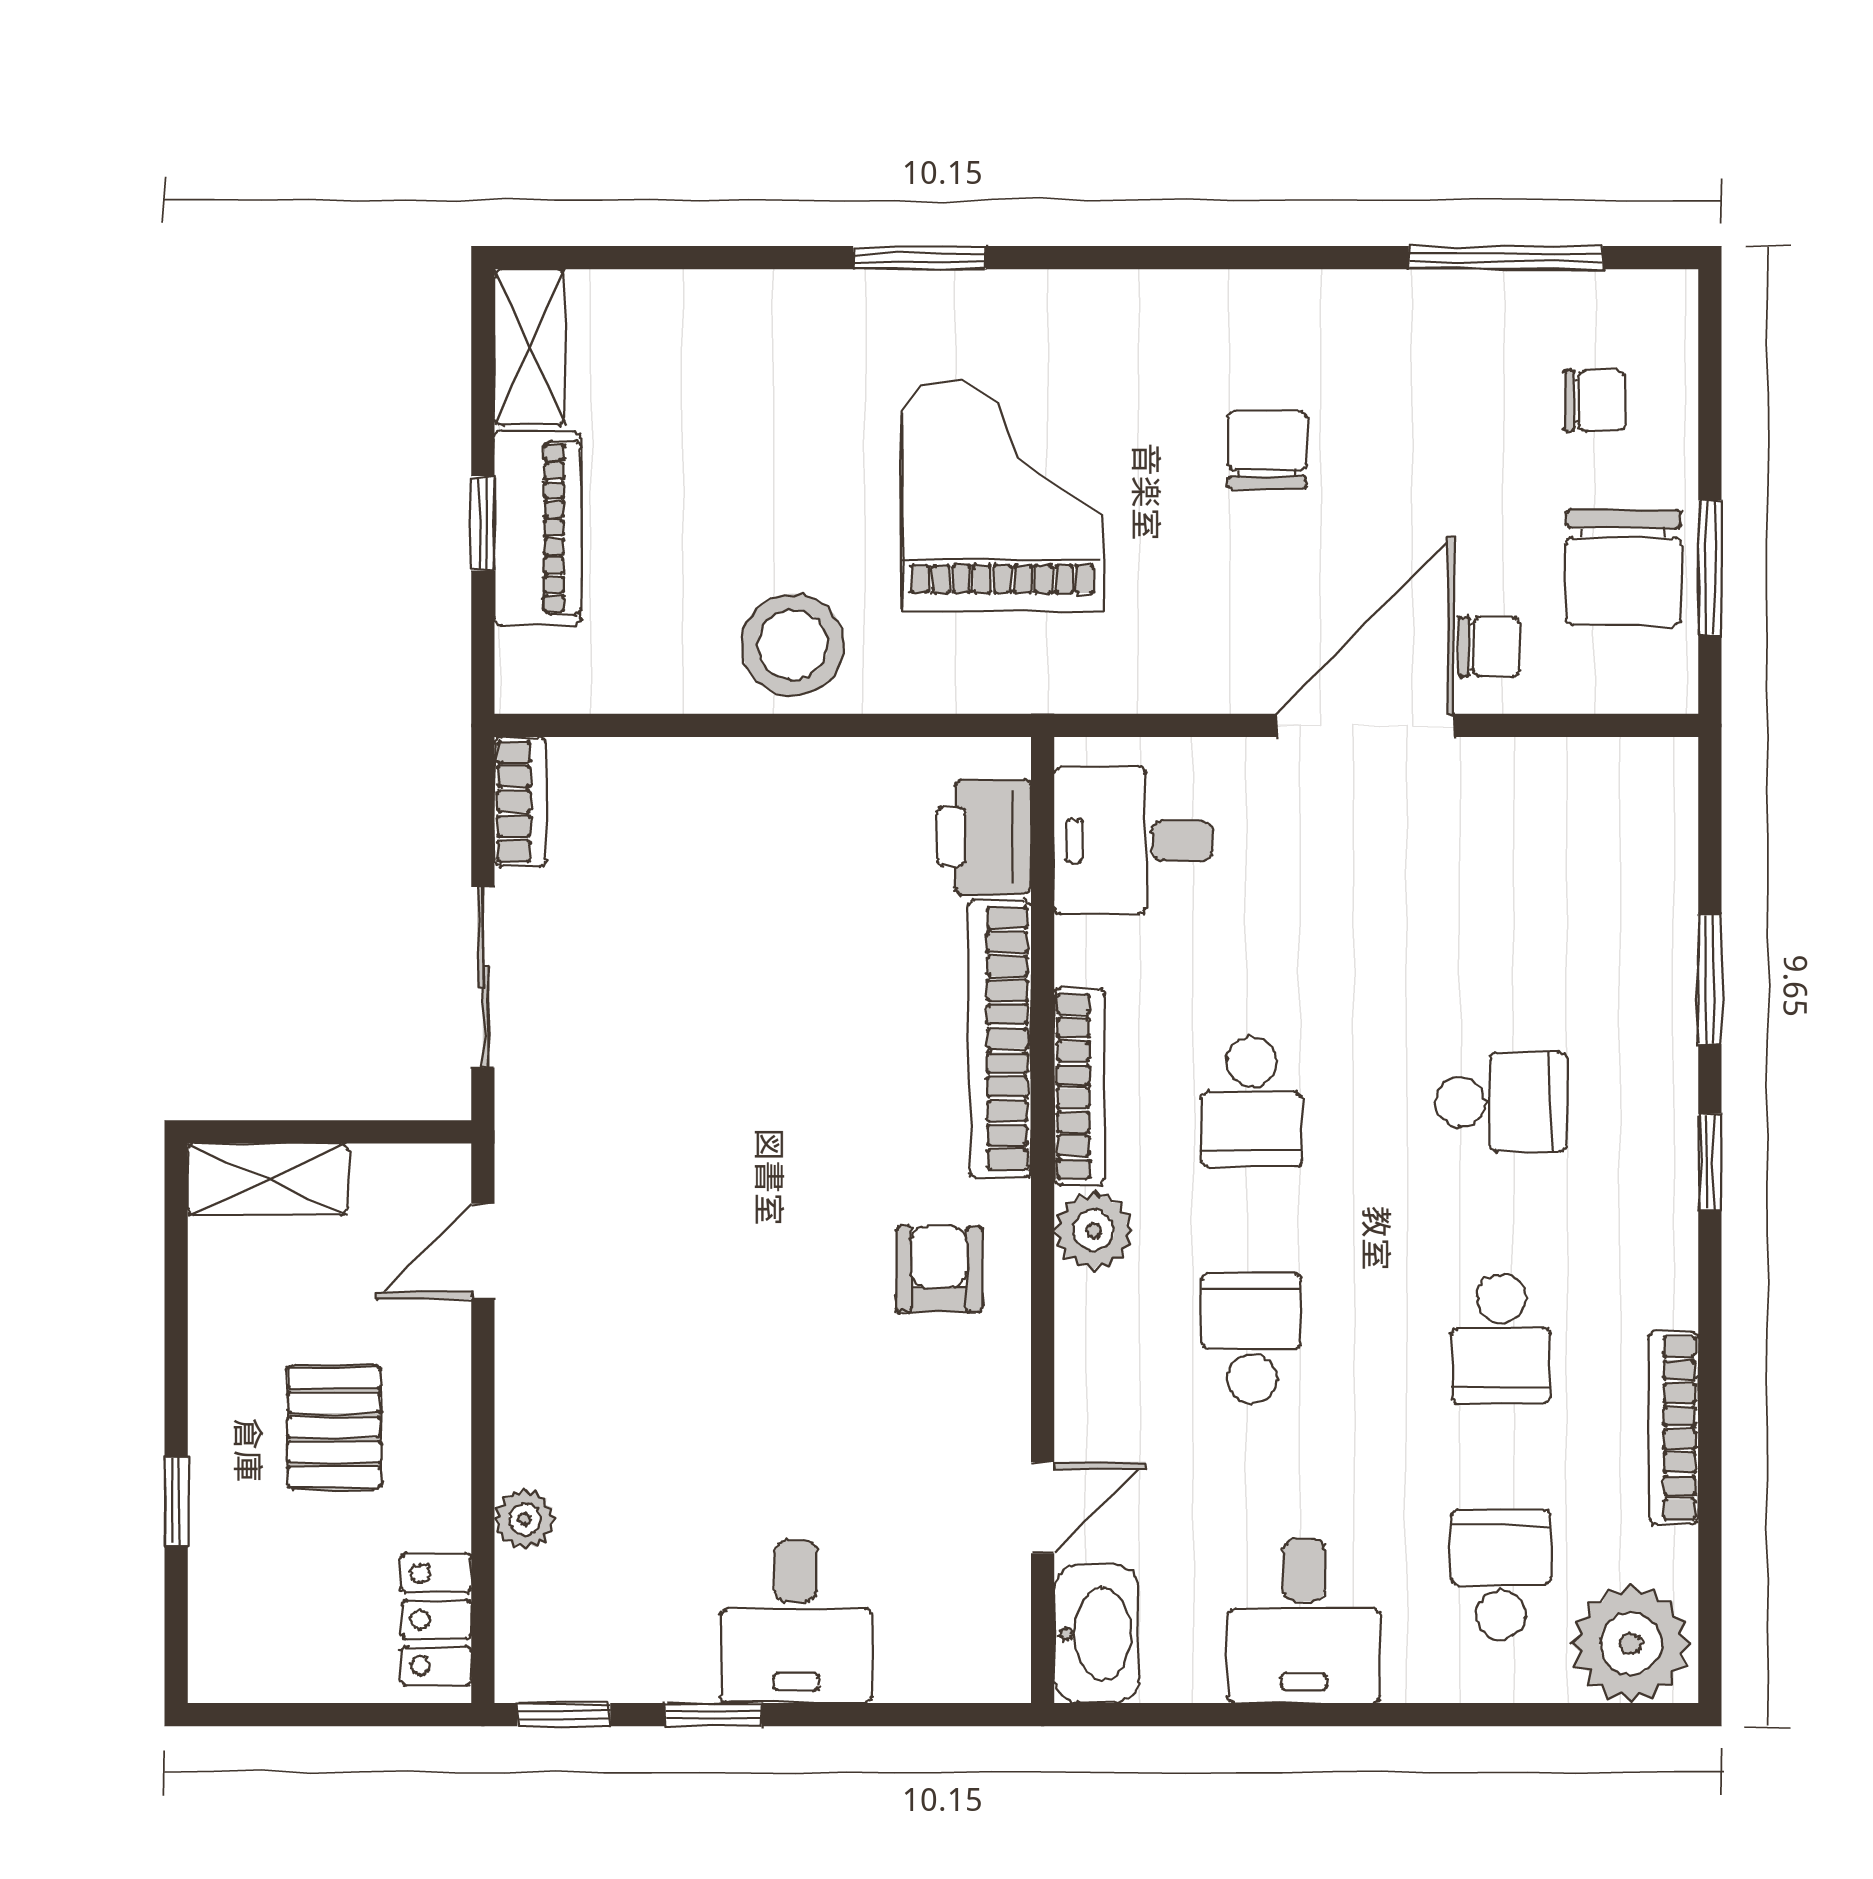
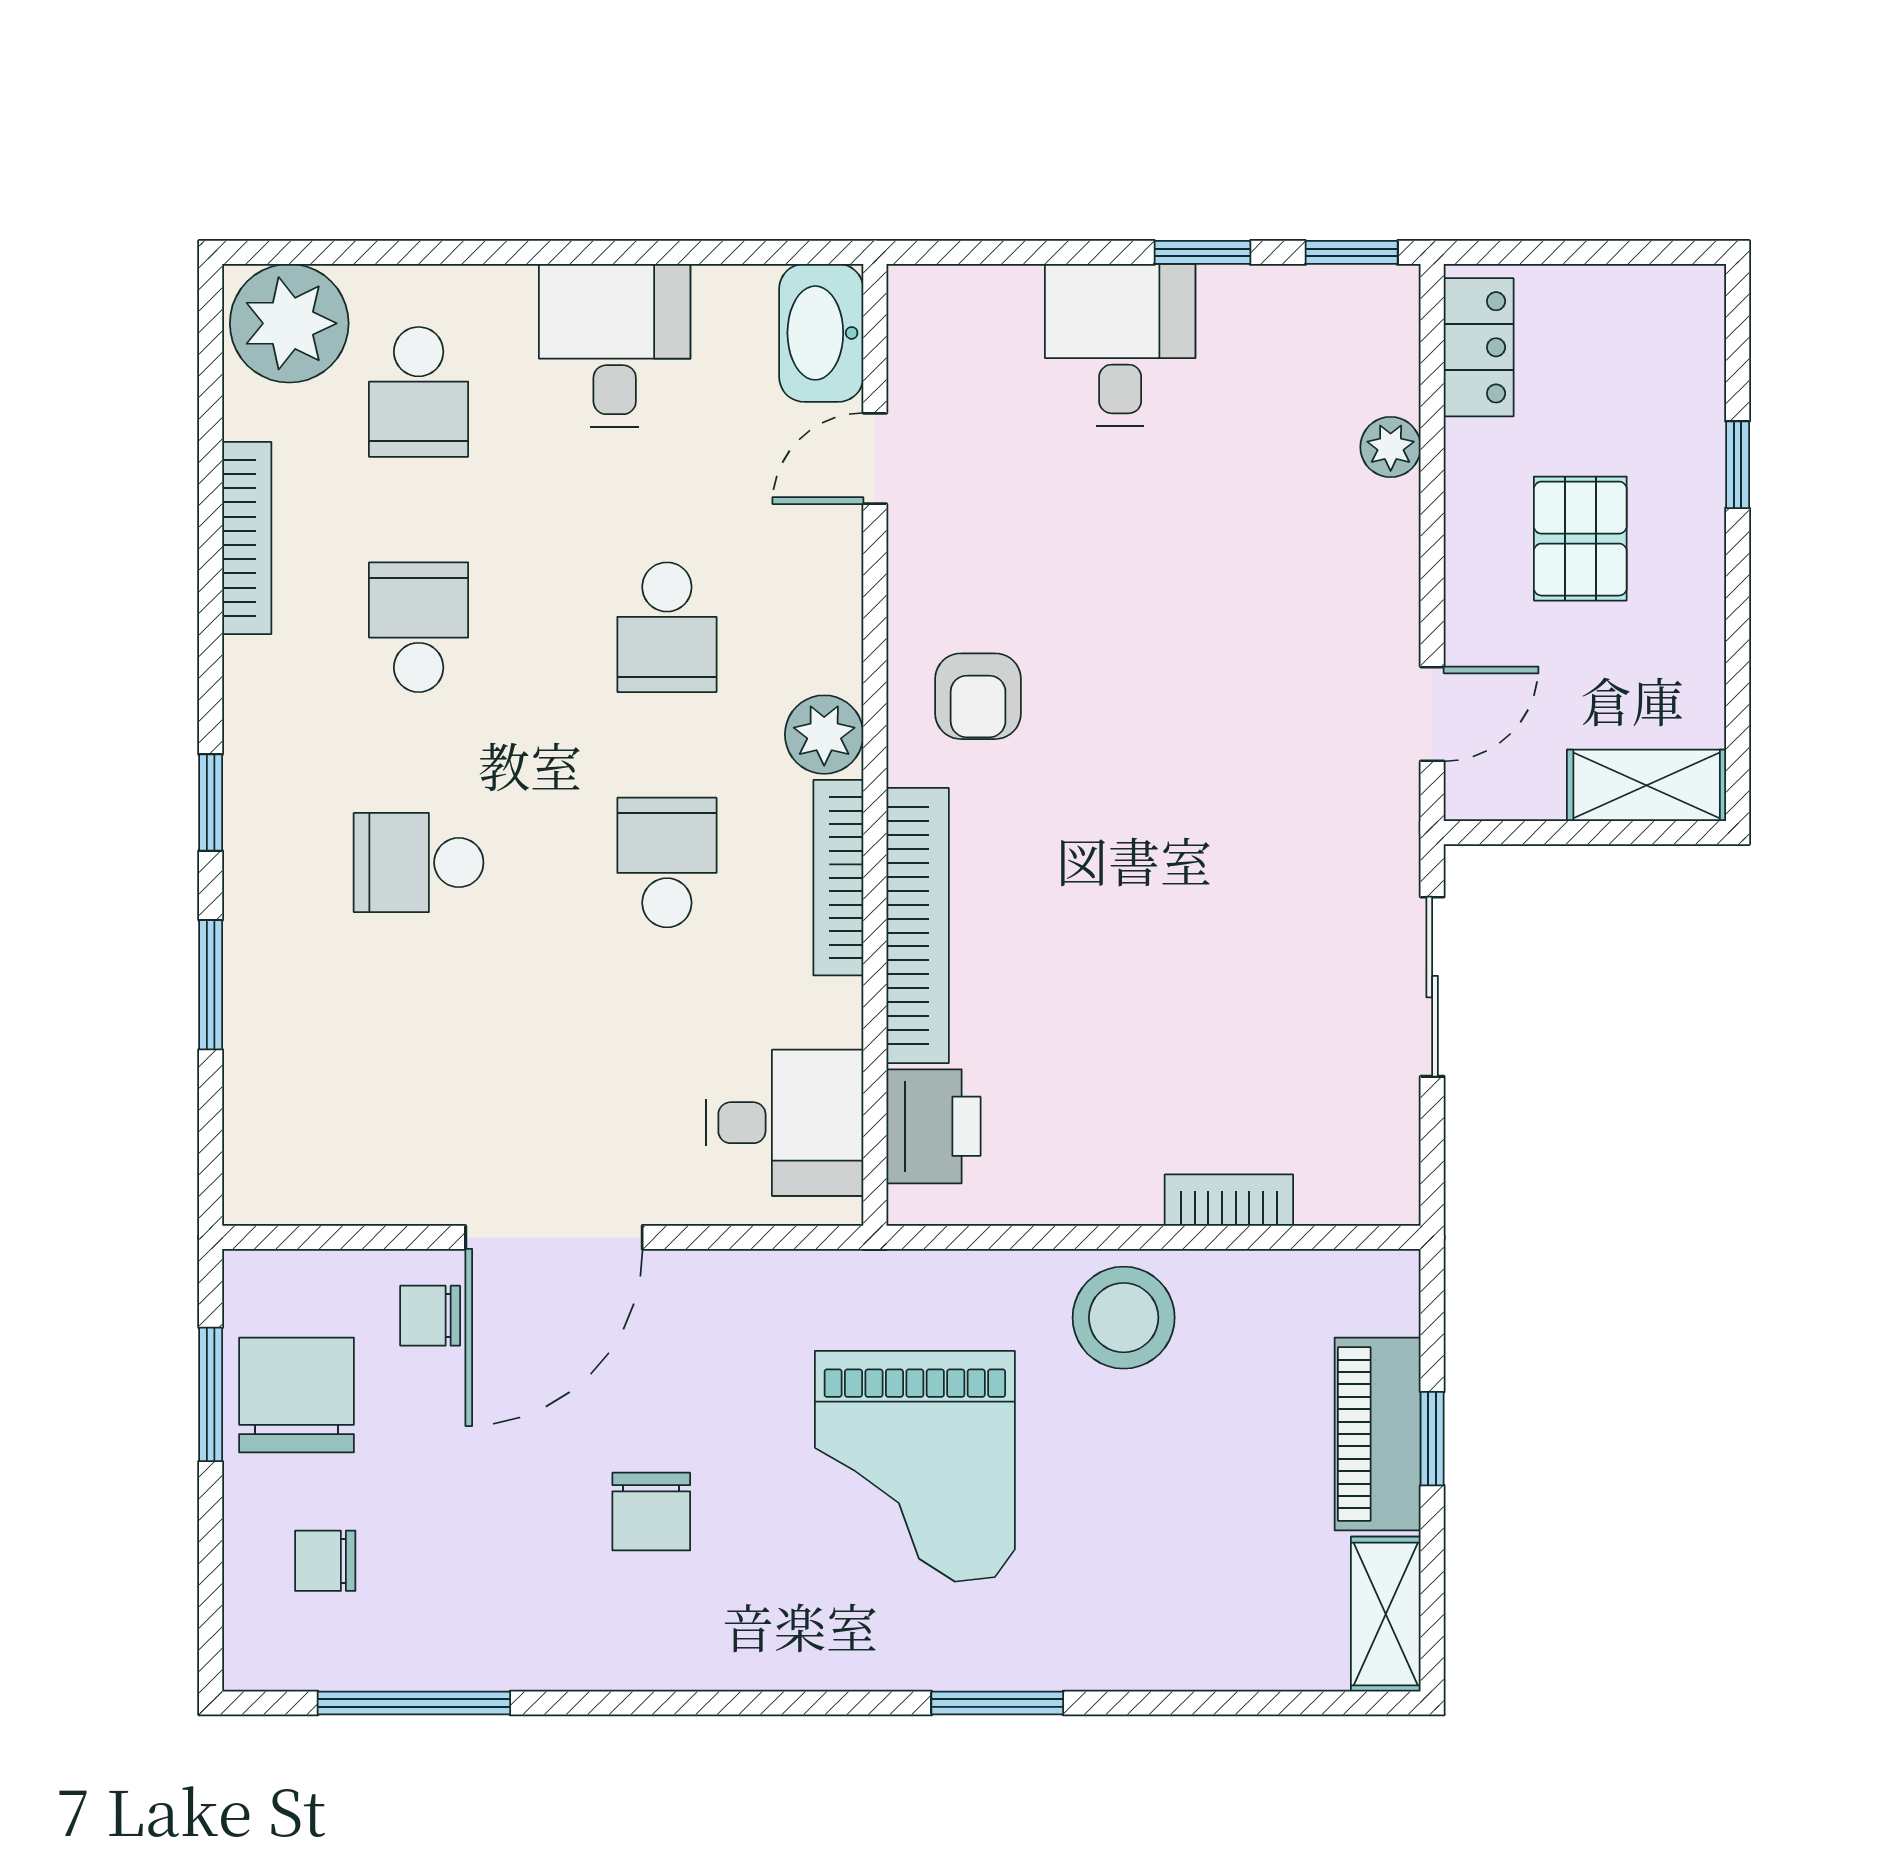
bookcase: (520, 802) -> (1229, 1200), moved, turned 90

